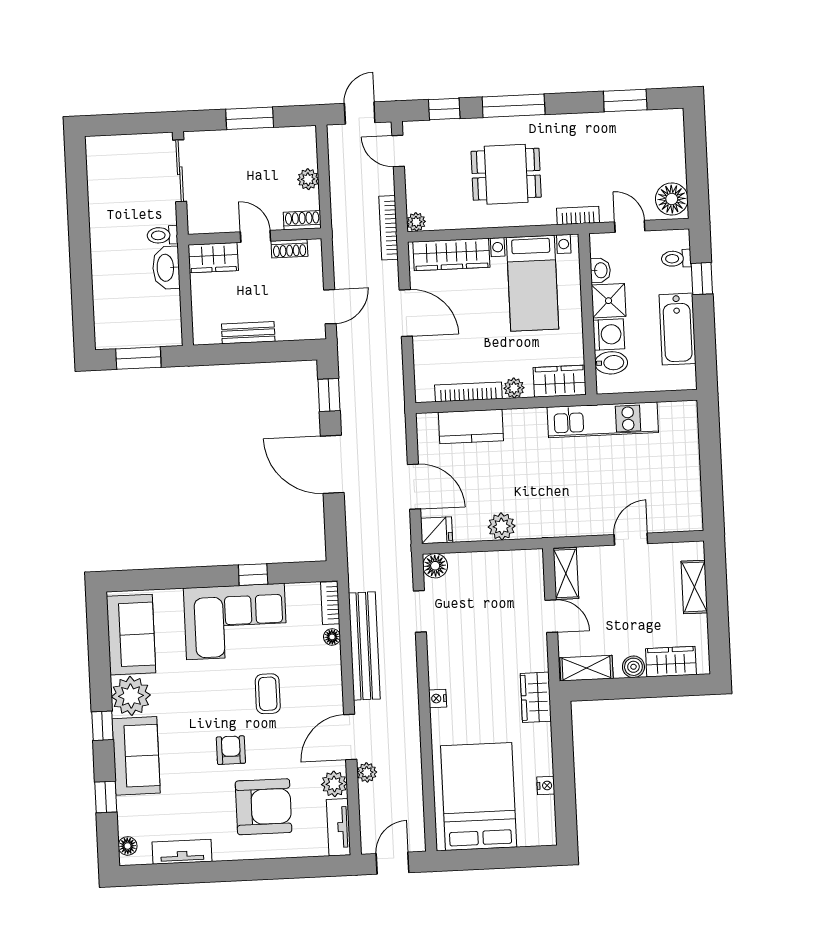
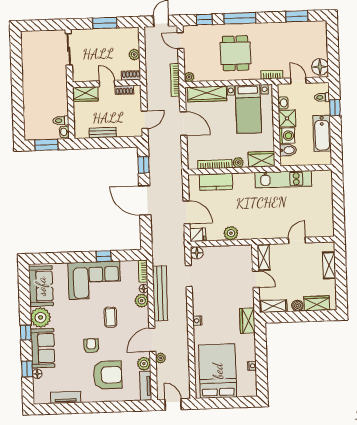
dining table: (506, 174) -> (236, 53), turned 90
toilet: (163, 235) -> (61, 121), moved
washbasin: (166, 268) -> (64, 132), moved, width x0.52, depth x0.69
plant: (328, 661) -> (142, 301), added
floor lamp: (128, 846) -> (37, 374), moved
door: (392, 863) -> (173, 405), hinge flipped

